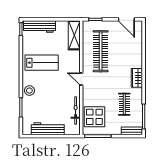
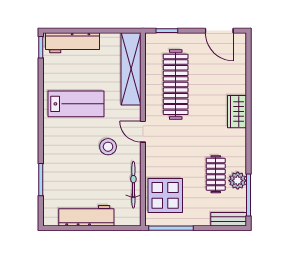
shelving: (74, 35) -> (131, 69), width x1.47
wardrobe: (137, 78) -> (237, 112), moved
stool: (29, 91) -> (108, 147), moved
plant: (137, 108) -> (238, 181), added

